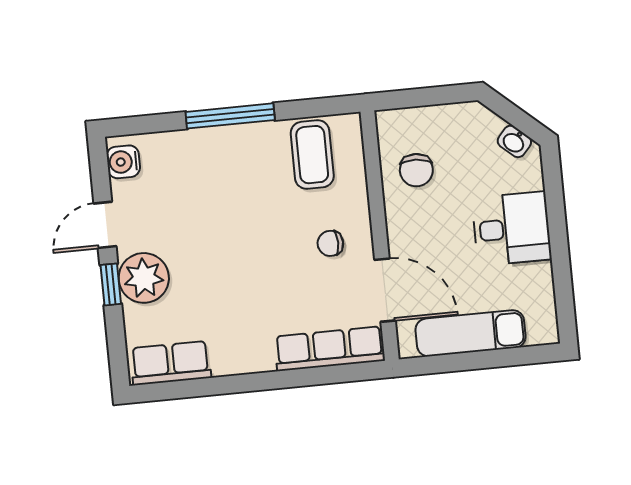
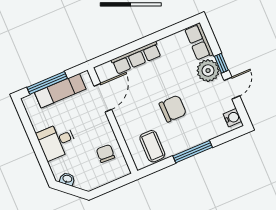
chair: (330, 243) -> (173, 109), moved, width x1.87, depth x1.87
door: (385, 290) -> (103, 98), swing flipped
row of seats: (330, 349) -> (136, 58), moved
window: (493, 359) -> (47, 83), added
row of seats: (171, 363) -> (199, 42), moved, turned 90

